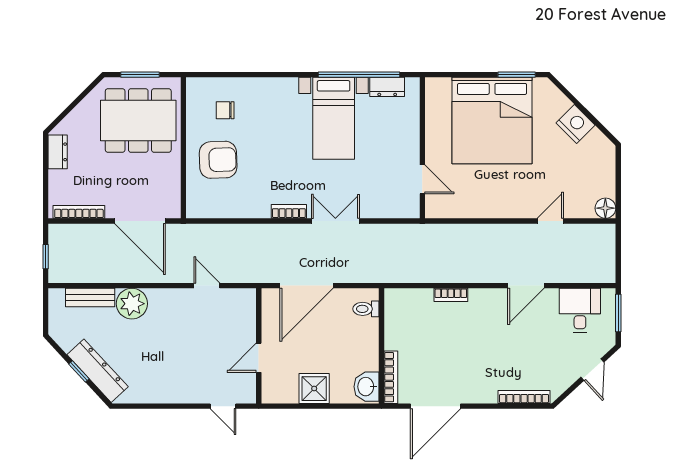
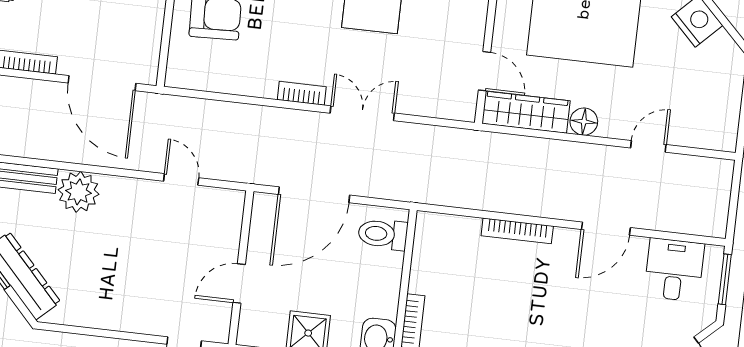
wardrobe: (457, 206) -> (526, 112), added
floor lamp: (605, 208) -> (584, 122), moved
bookcase: (451, 295) -> (517, 231), width x1.56
toilet: (366, 309) -> (383, 234), width x1.37, depth x1.39

